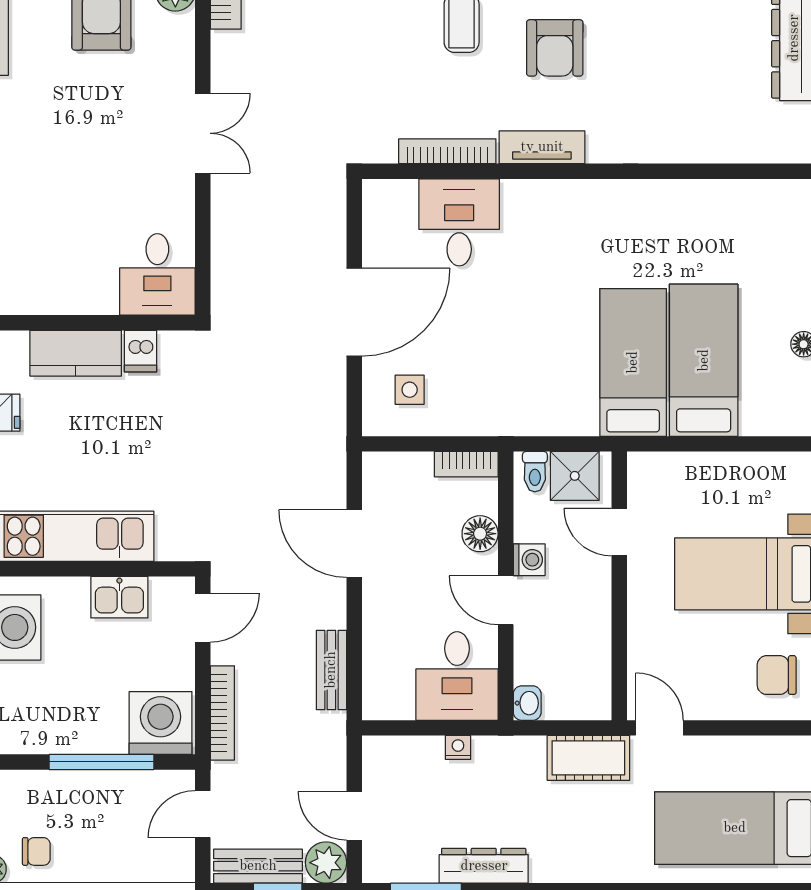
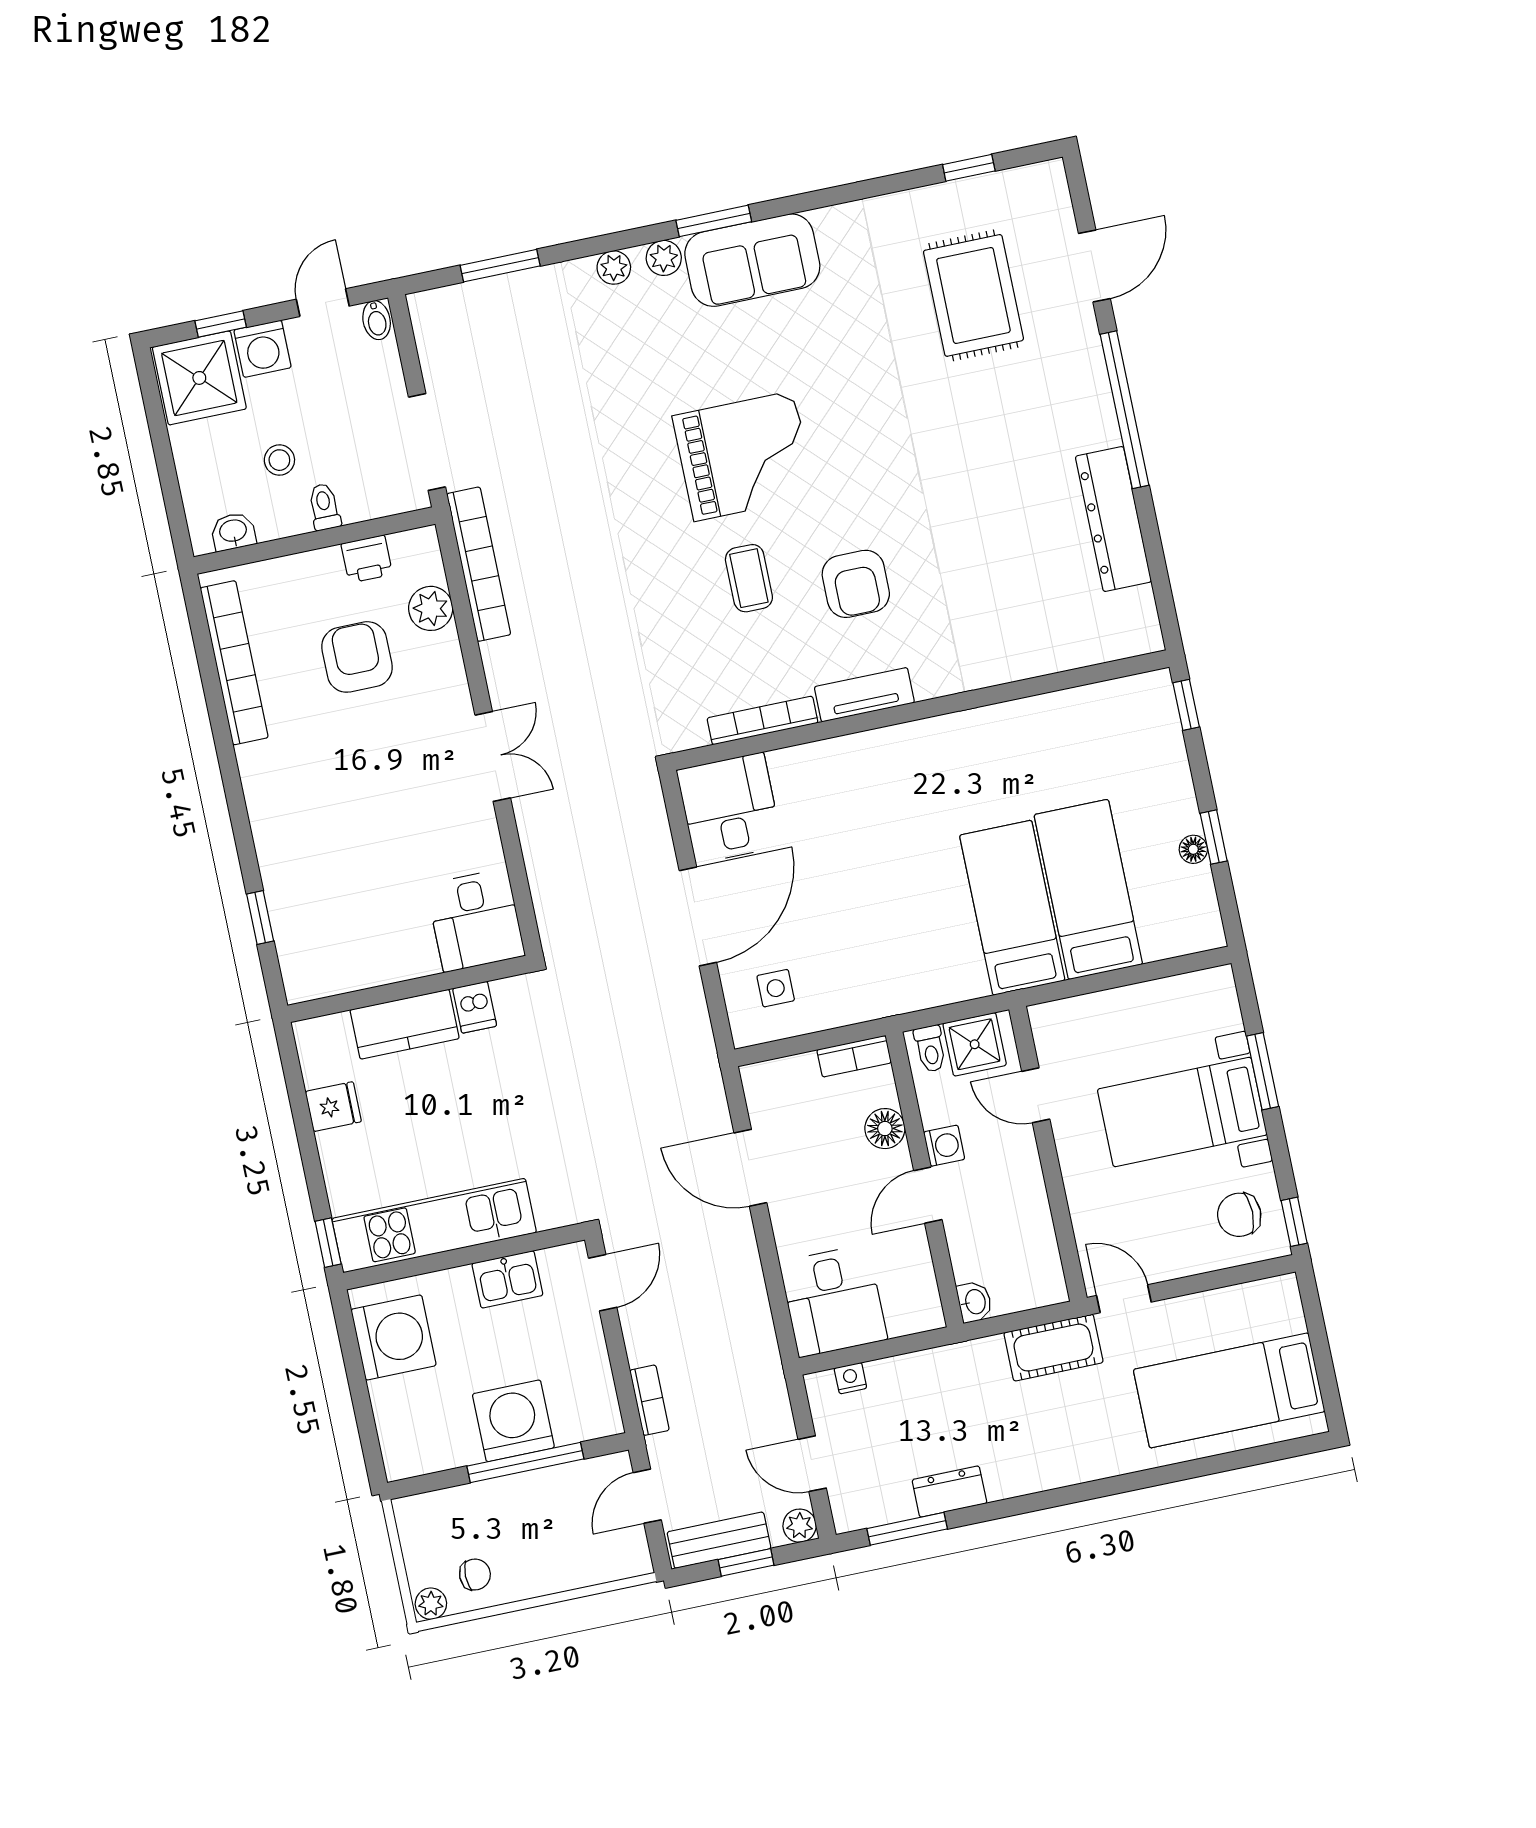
desk: (459, 222) -> (730, 808), moved
door: (506, 600) -> (928, 1195), hinge flipped
bench: (331, 670) -> (754, 1310), removed
desk: (457, 676) -> (833, 1301), moved
bookcase: (222, 713) -> (649, 1400), width x0.64
washing machine: (161, 723) -> (513, 1421), moved
nightstand: (458, 747) -> (850, 1378), moved
plant: (326, 863) -> (800, 1526), width x0.73, depth x0.73
dresser: (484, 866) -> (949, 1492), width x0.70

